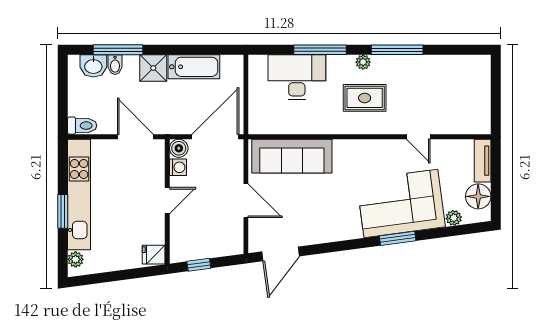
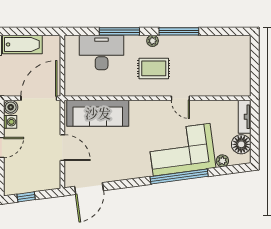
door: (418, 137) -> (180, 98), moved
window: (398, 238) -> (179, 177), width x2.11

